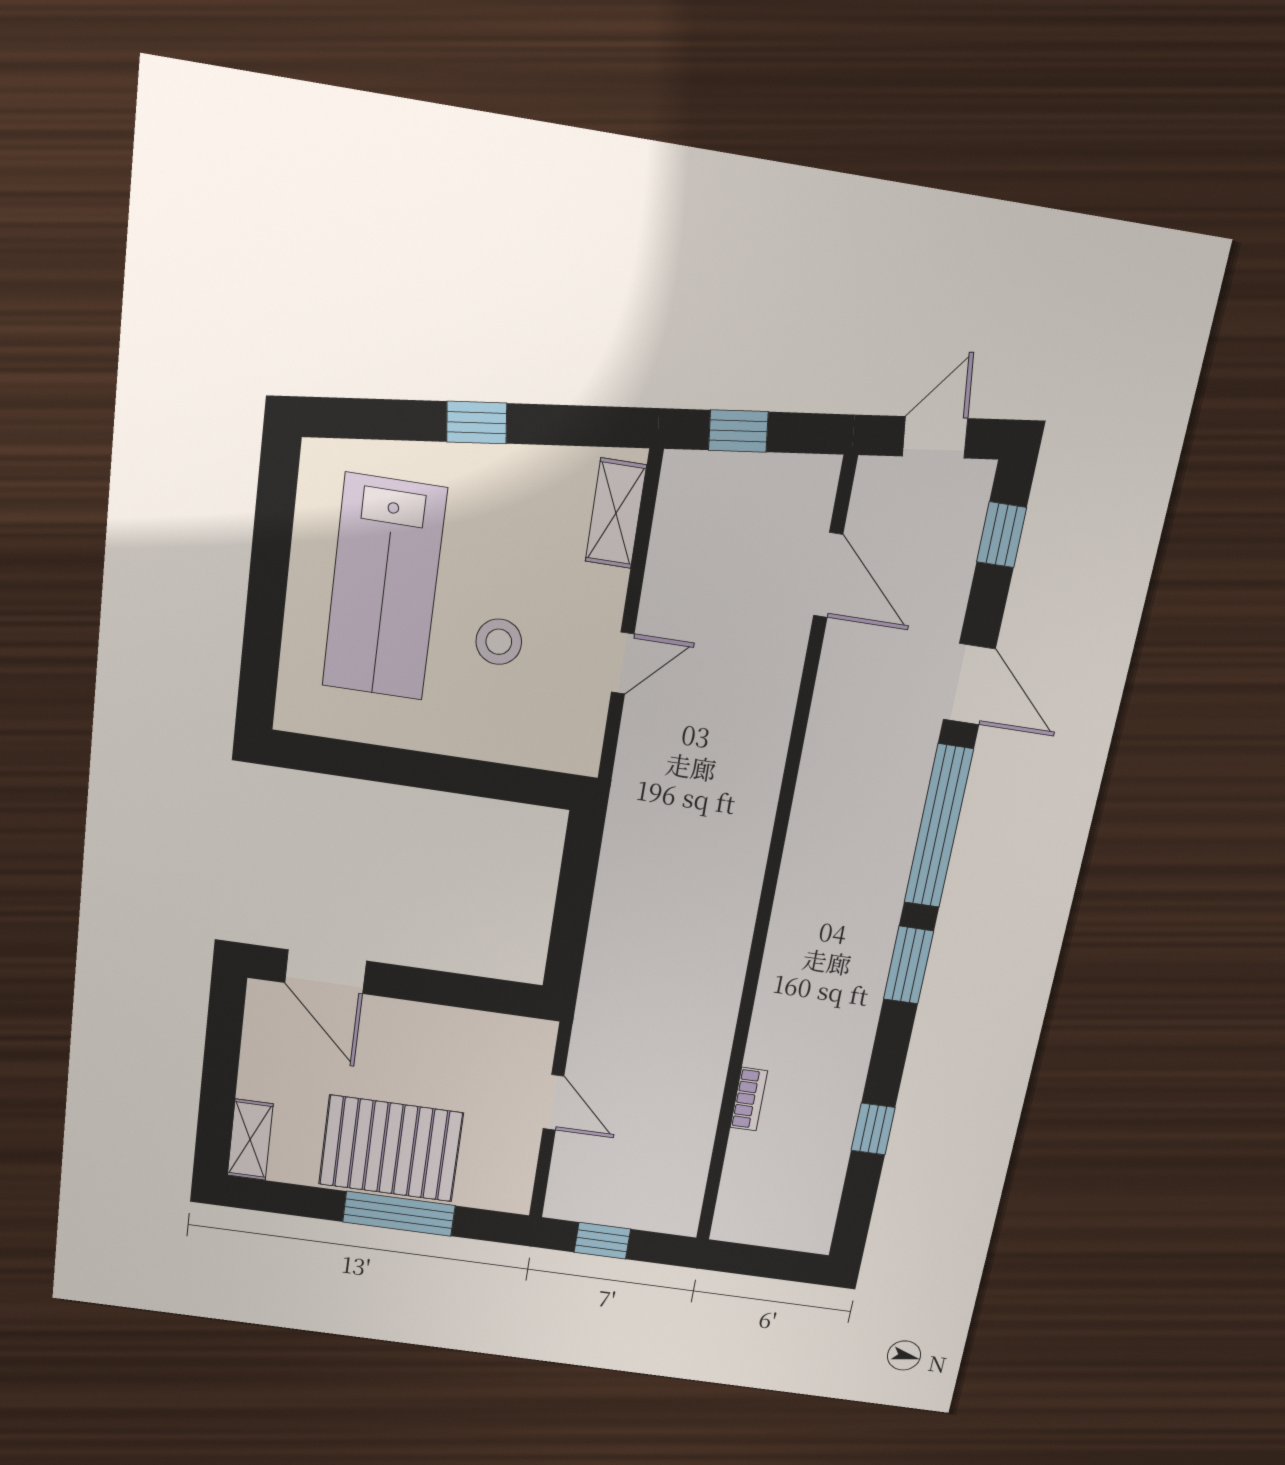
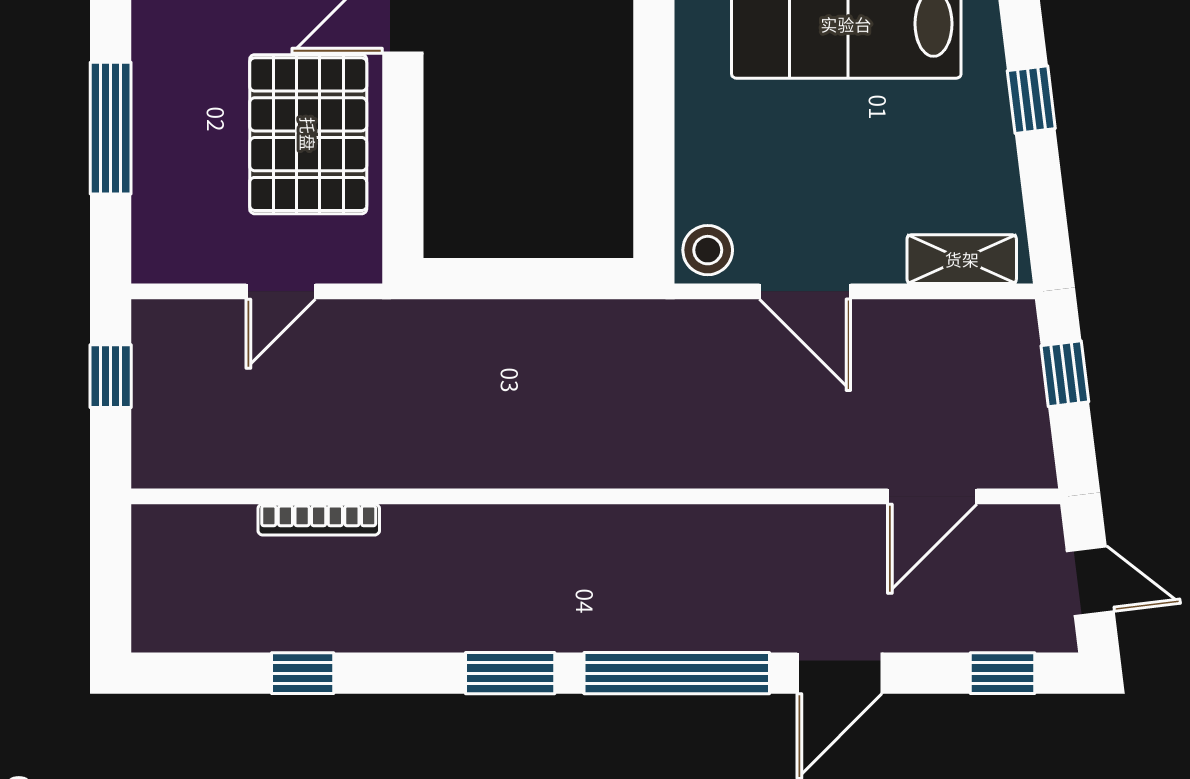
stool: (499, 642) -> (708, 250), moved
door: (623, 663) -> (805, 291), width x1.38
bookcase: (749, 1099) -> (319, 520), width x1.56
pallet: (391, 1149) -> (308, 134), moved

